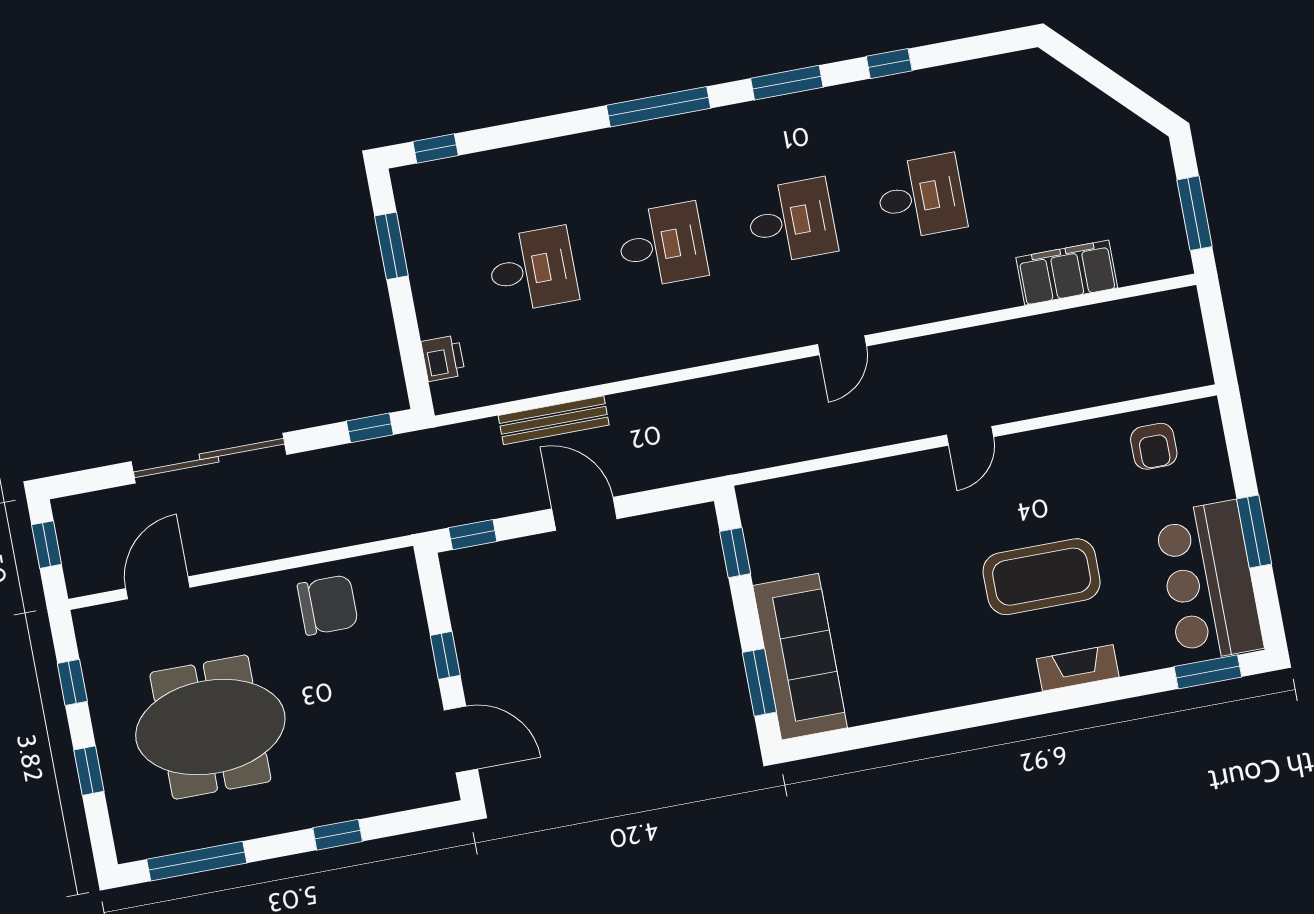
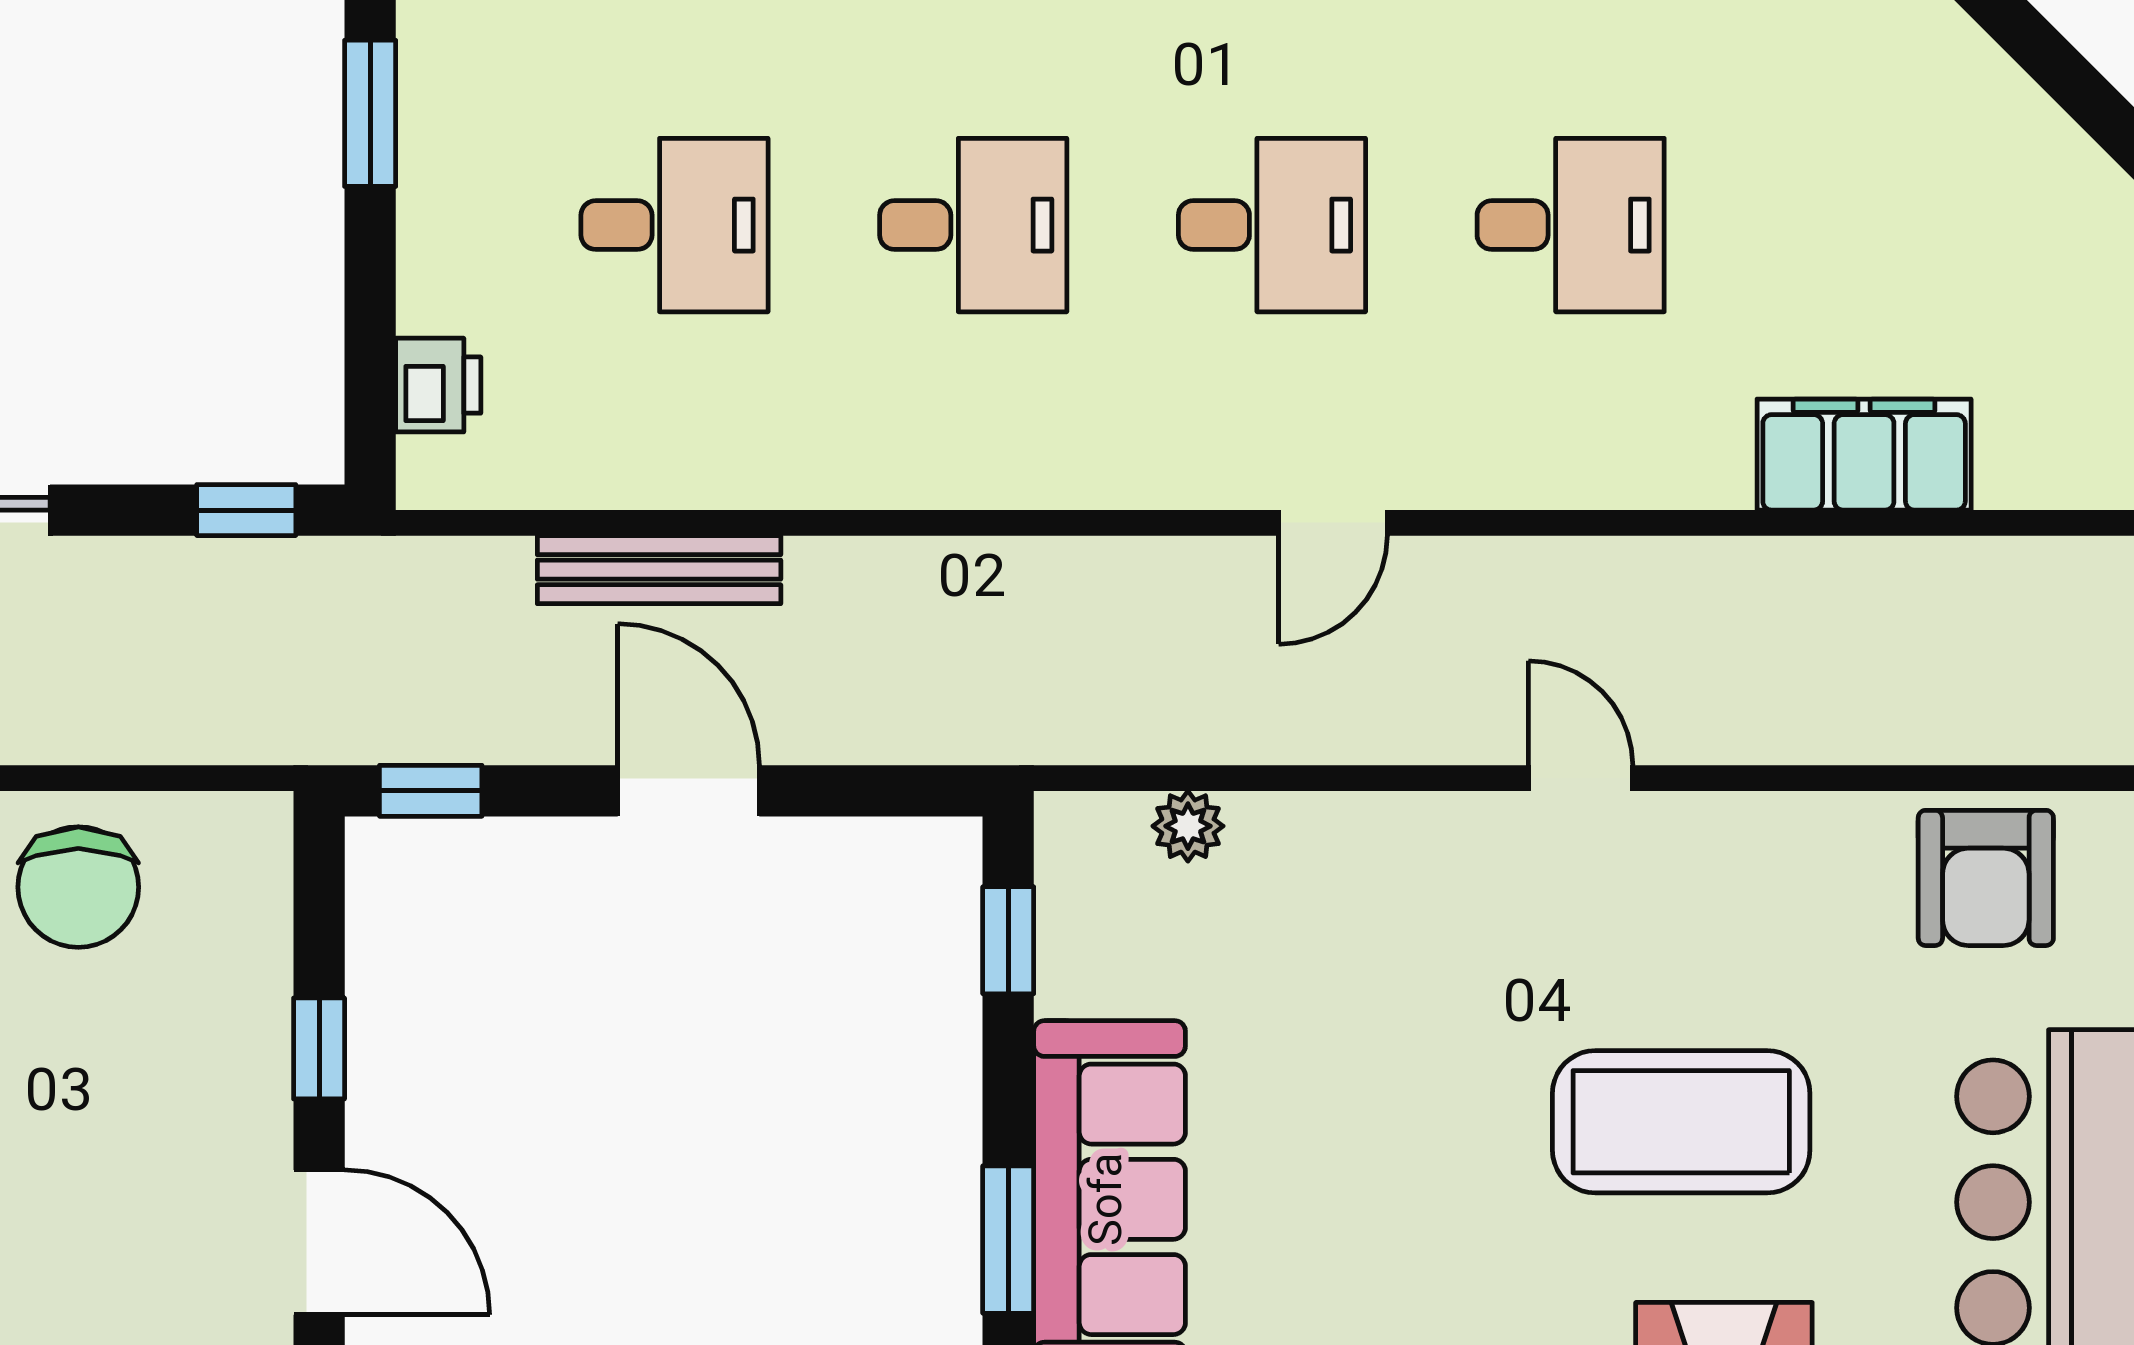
door: (970, 436) -> (1581, 778), swing flipped
armchair: (1154, 446) -> (1986, 878), width x1.38, depth x1.38
plant: (804, 489) -> (1188, 826), added
chair: (328, 605) -> (78, 887), turned 90

